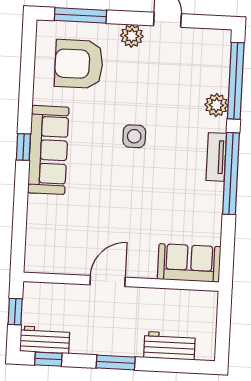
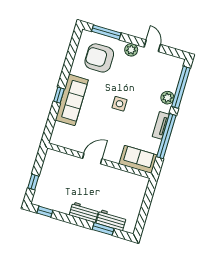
sofa: (189, 263) -> (138, 159), moved
door: (108, 281) -> (92, 159), moved
wall: (121, 282) -> (99, 161), moved
workbench: (45, 340) -> (84, 212), moved
window: (116, 362) -> (103, 229), moved

